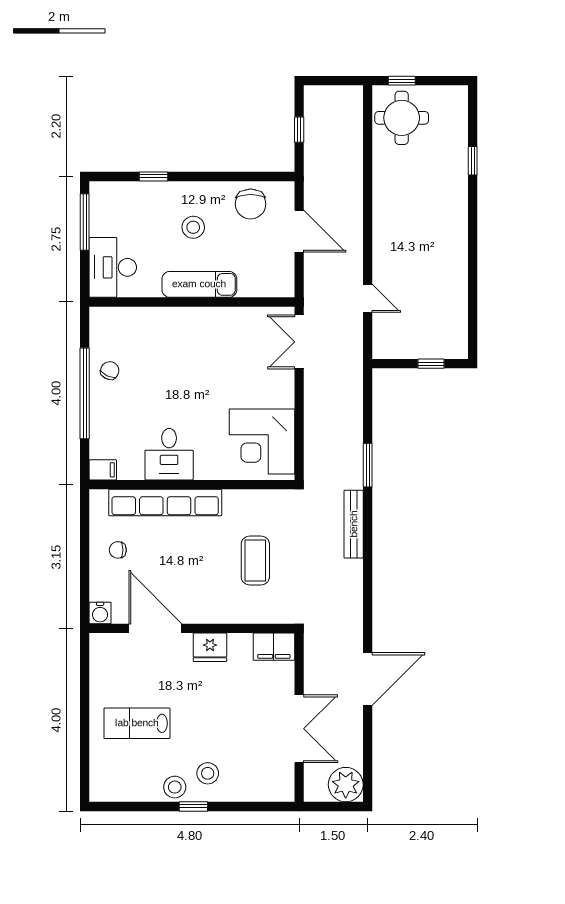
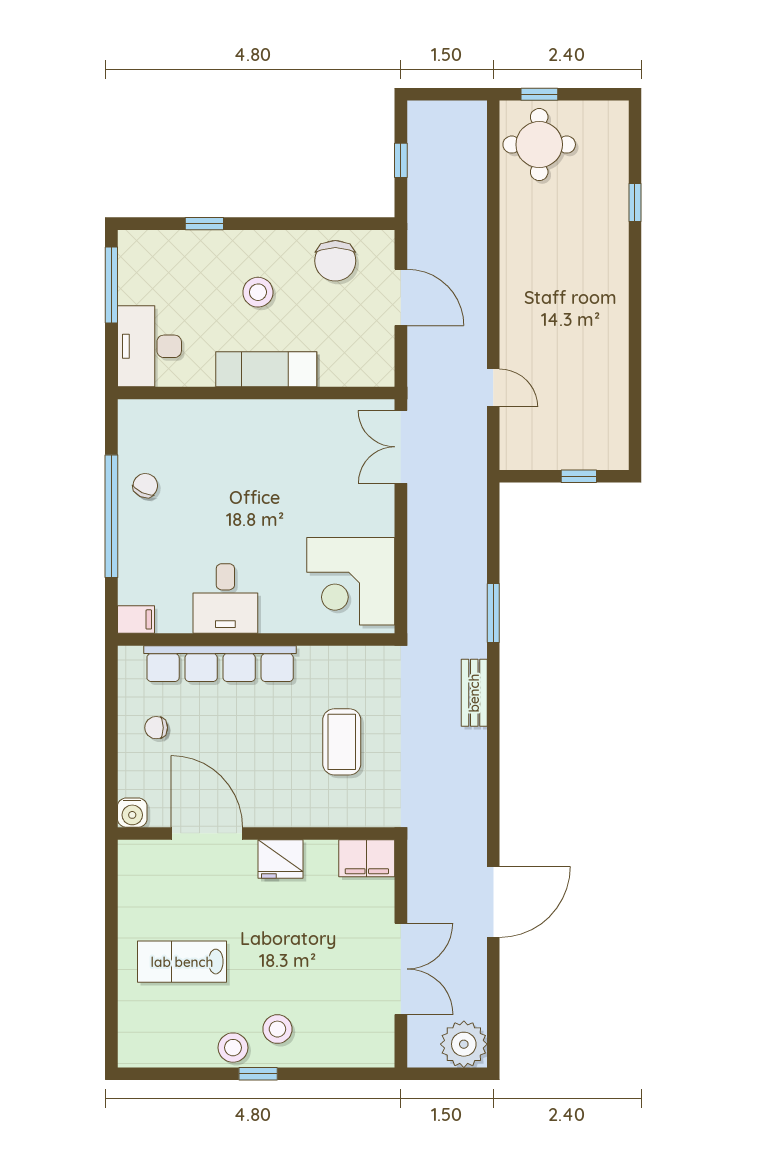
bench: (354, 524) -> (474, 693), width x0.73

